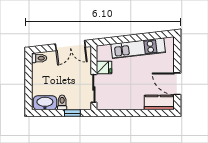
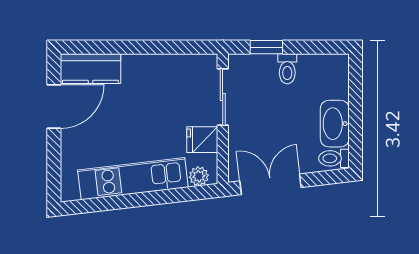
plant: (106, 49) -> (199, 176), added
door: (177, 84) -> (54, 107), hinge flipped
washbasin: (45, 103) -> (335, 124), moved, turned 90

